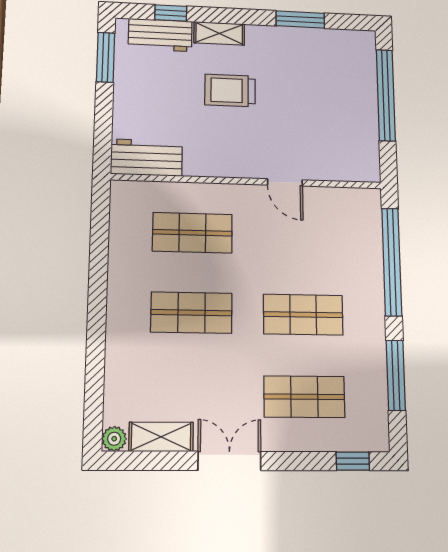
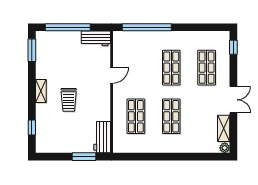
window: (300, 19) -> (32, 50), moved
shelving: (219, 33) -> (41, 91), moved
workbench: (160, 35) -> (96, 38), moved, turned 90
window: (106, 57) -> (84, 157), moved
window: (396, 375) -> (197, 27), removed
double door: (229, 461) -> (233, 100), swing flipped

